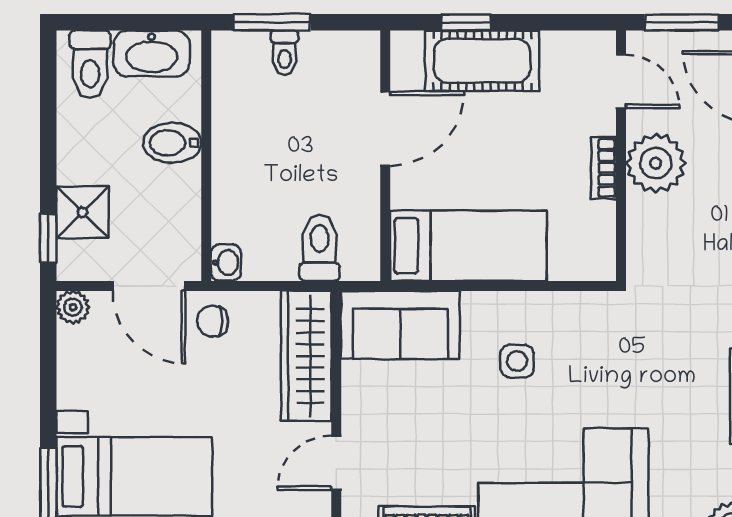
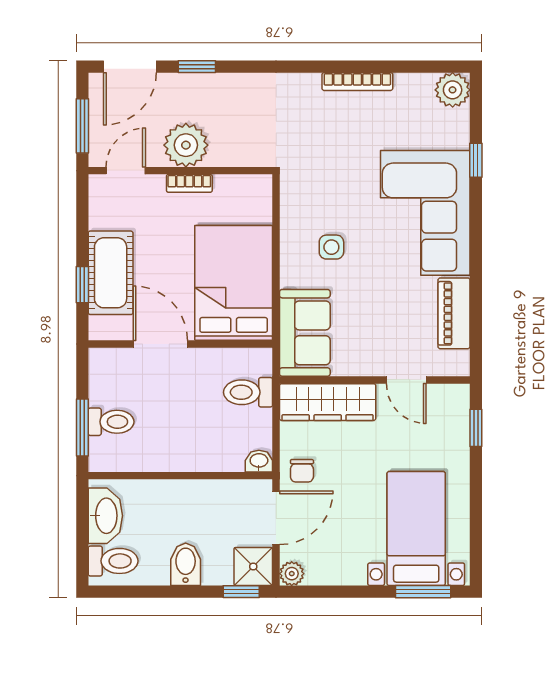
toilet: (285, 53) -> (111, 422), width x1.37, depth x1.39
bidet: (172, 143) -> (186, 564), moved, turned 180
shower: (83, 212) -> (253, 566), moved
bed: (468, 246) -> (234, 283), width x1.50

